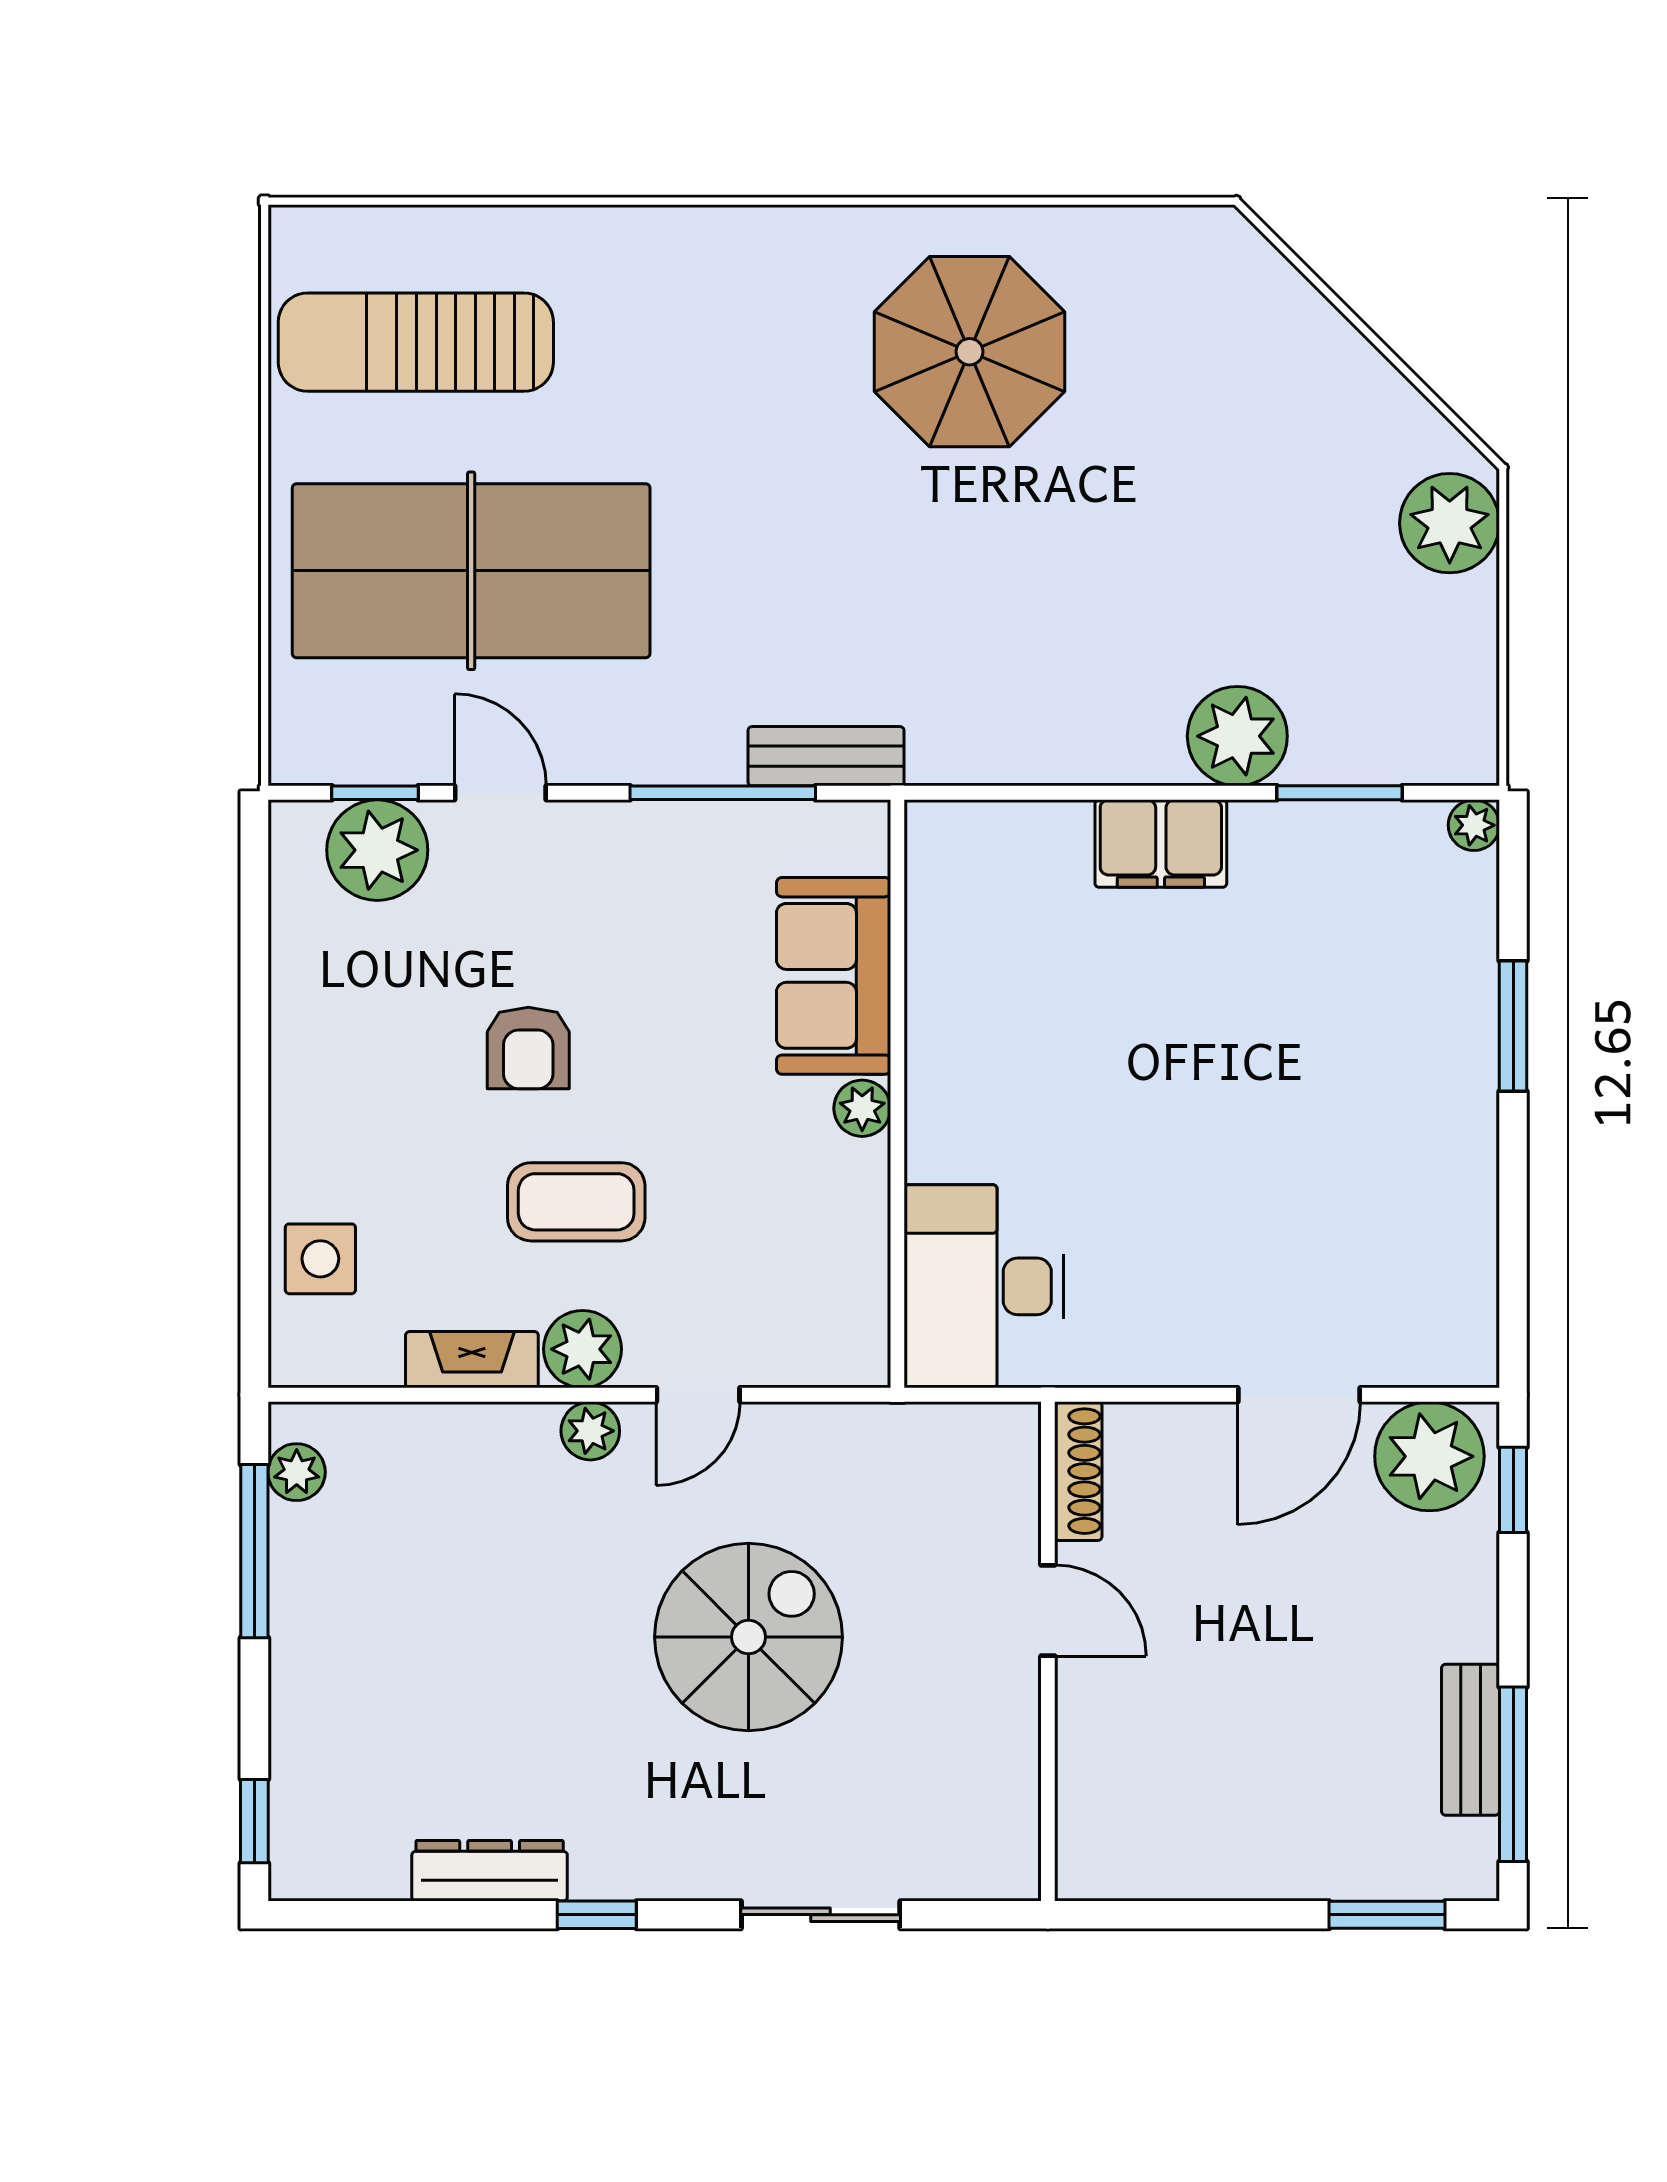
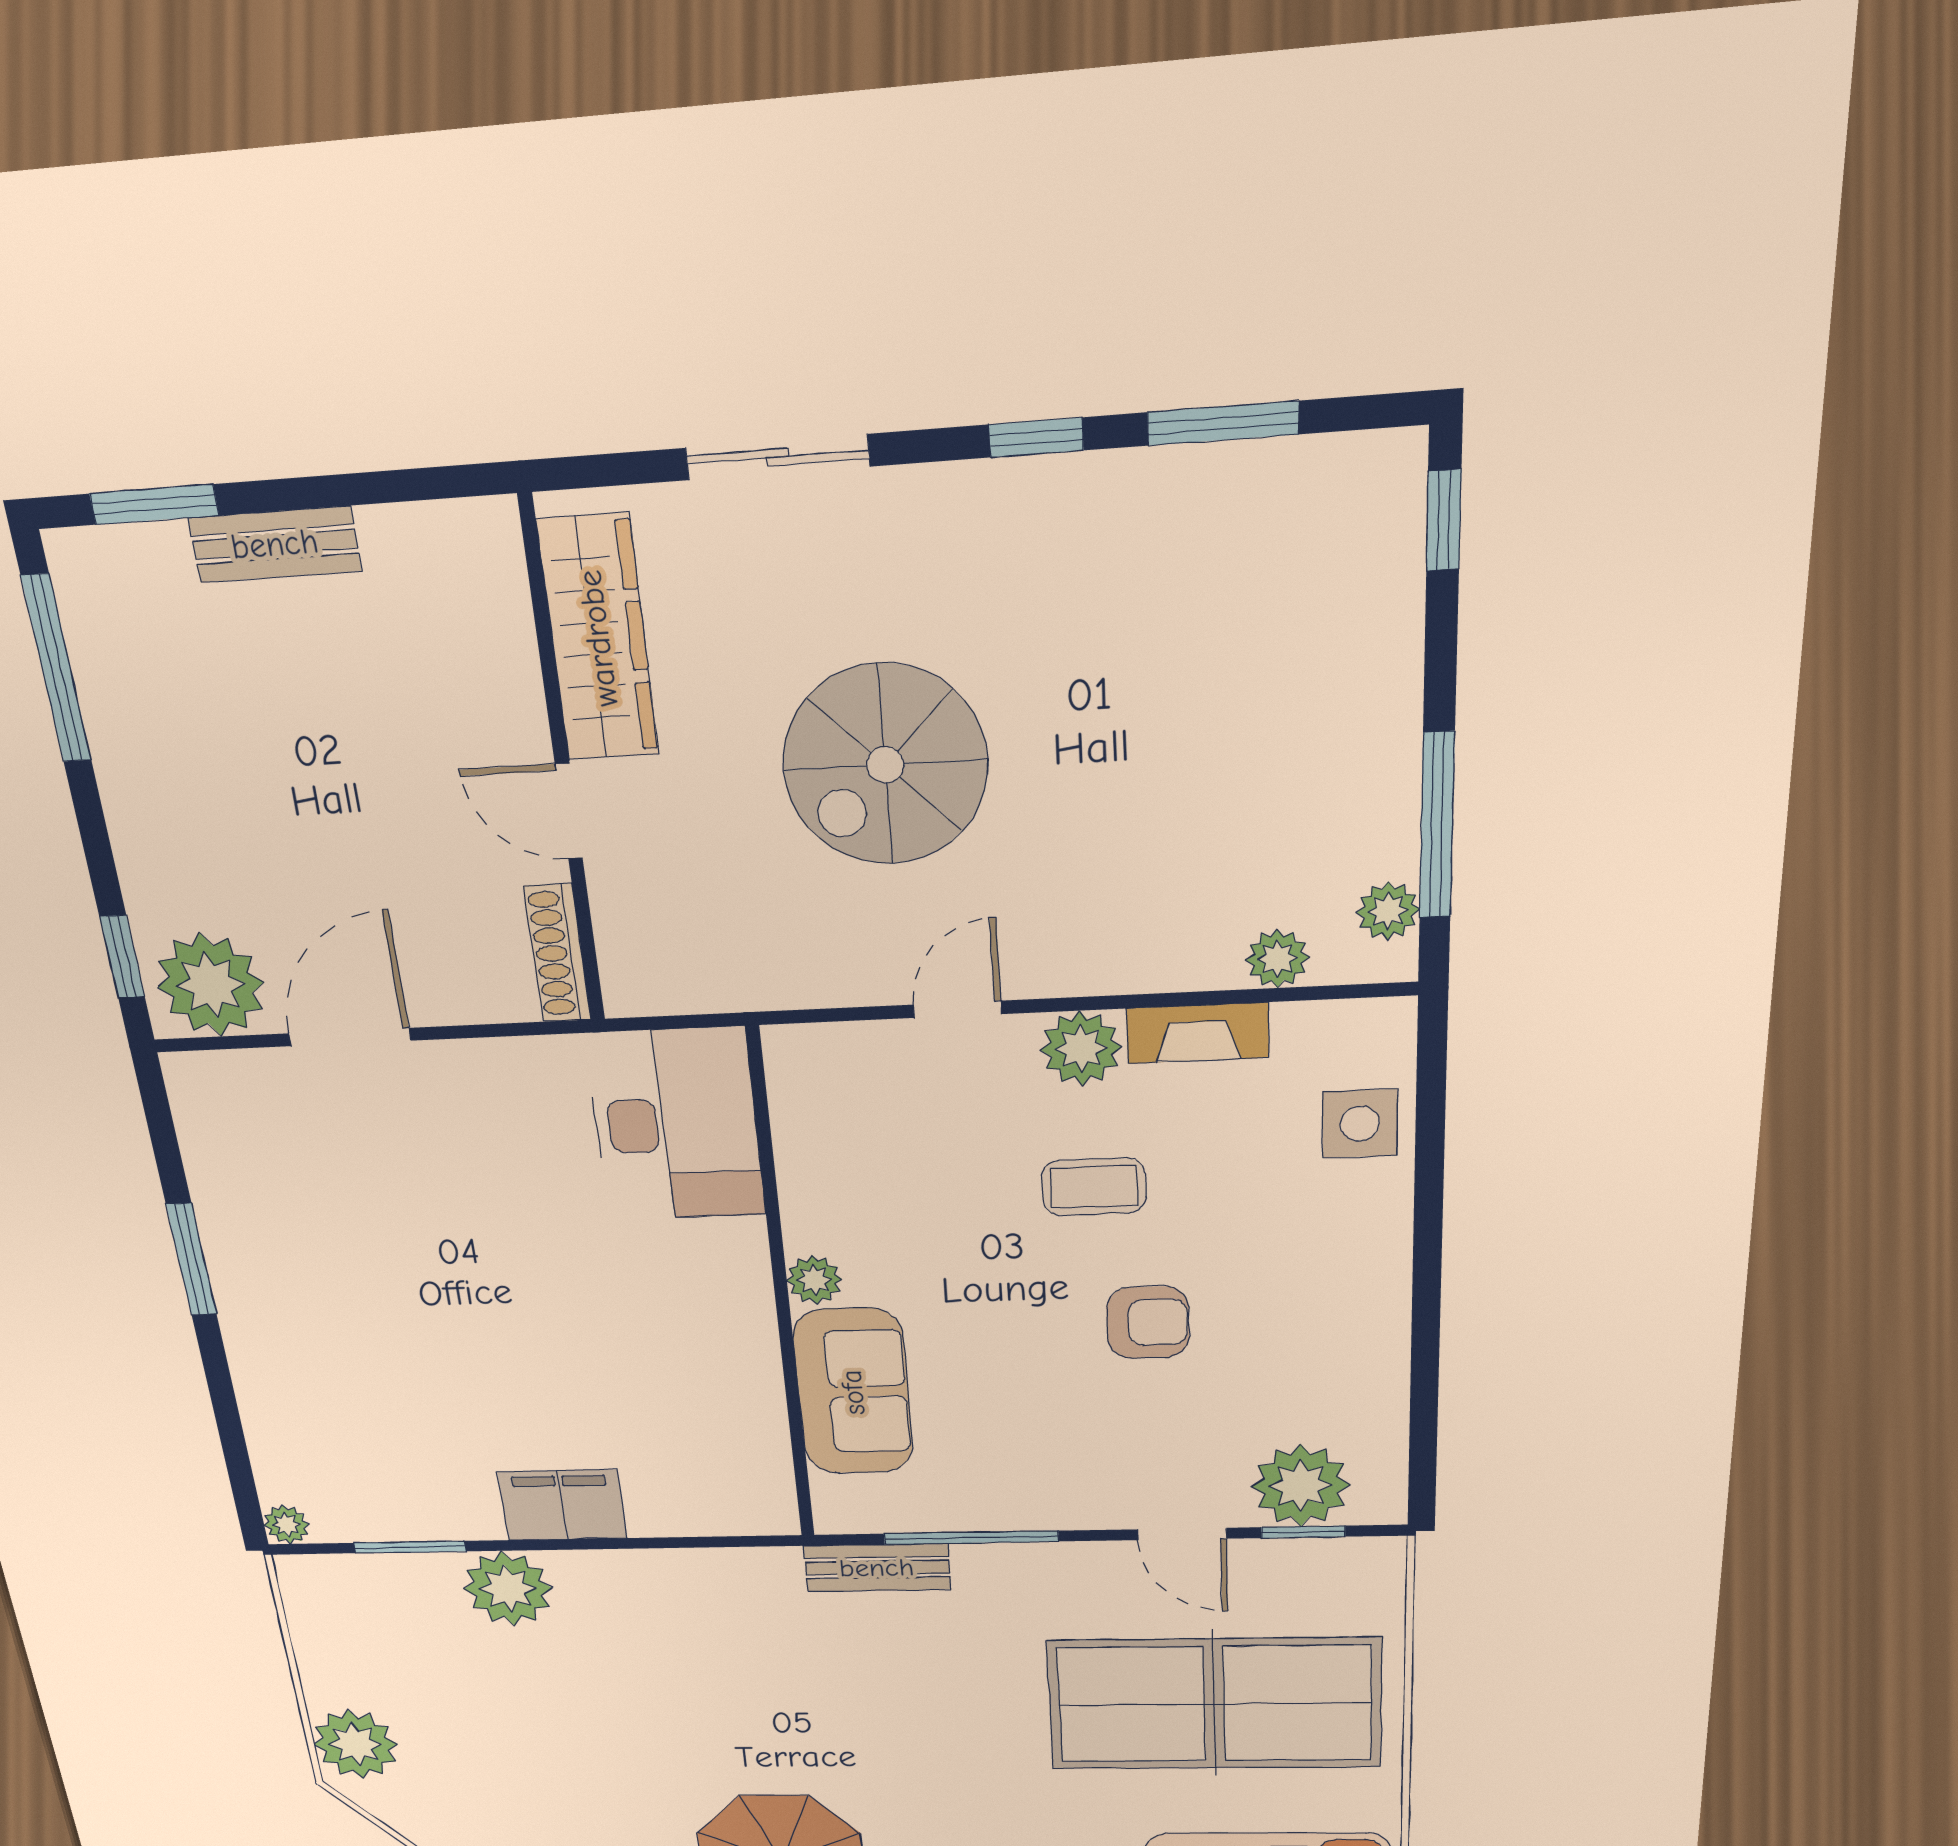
window: (1513, 1026) -> (191, 1259), moved
armchair: (528, 1048) -> (1148, 1322), turned 90
coffee table: (576, 1202) -> (1094, 1187), width x0.73, depth x0.77
plant: (590, 1431) -> (1277, 959), moved
bench: (1470, 1740) -> (275, 544), moved, turned 90
wardrobe: (999, 1769) -> (598, 638), added
dresser: (490, 1871) -> (1164, 481), removed
window: (439, 1915) -> (1223, 423), added

